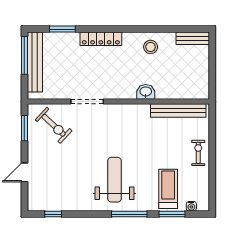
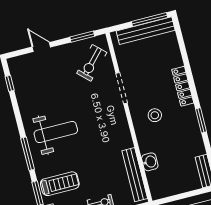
window: (62, 29) -> (201, 120), moved
stool: (151, 47) -> (155, 115), moved
washbasin: (146, 92) -> (150, 162), moved

